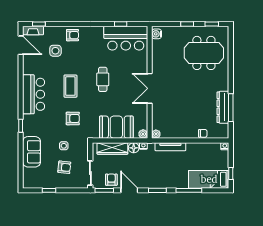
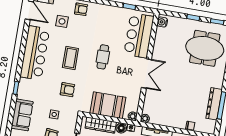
bar counter: (126, 38) -> (139, 35), moved, turned 90
double door: (150, 88) -> (146, 73), swing flipped
bar counter: (34, 94) -> (35, 53), width x1.36

